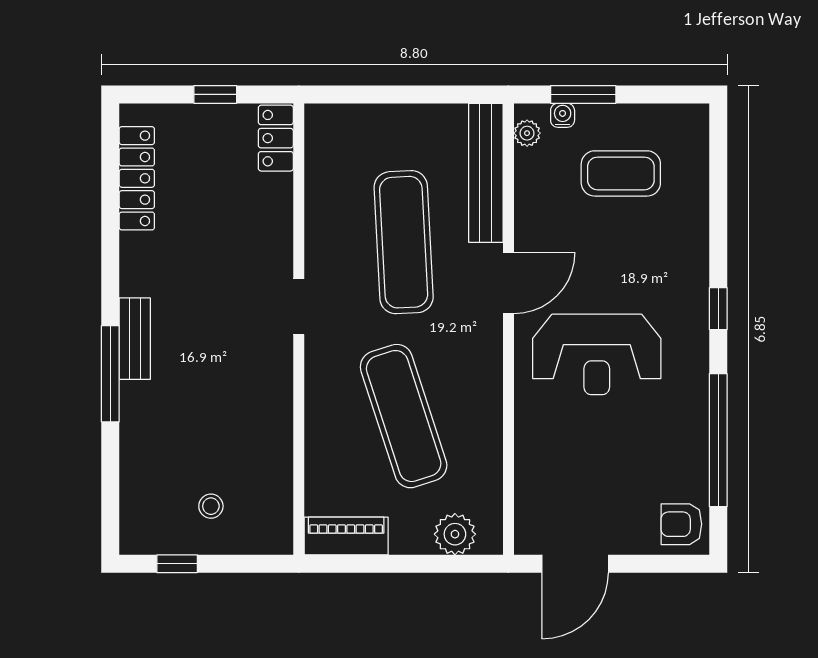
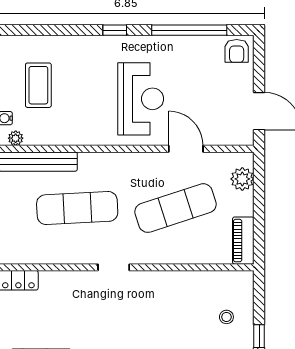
door: (508, 283) -> (186, 149), moved

